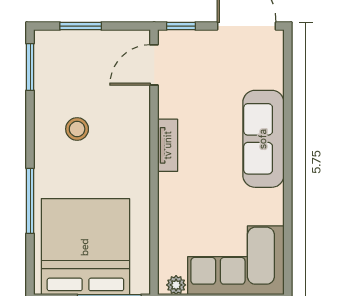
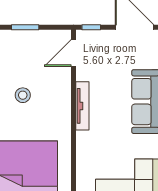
tv unit: (168, 145) -> (82, 106), width x1.41

